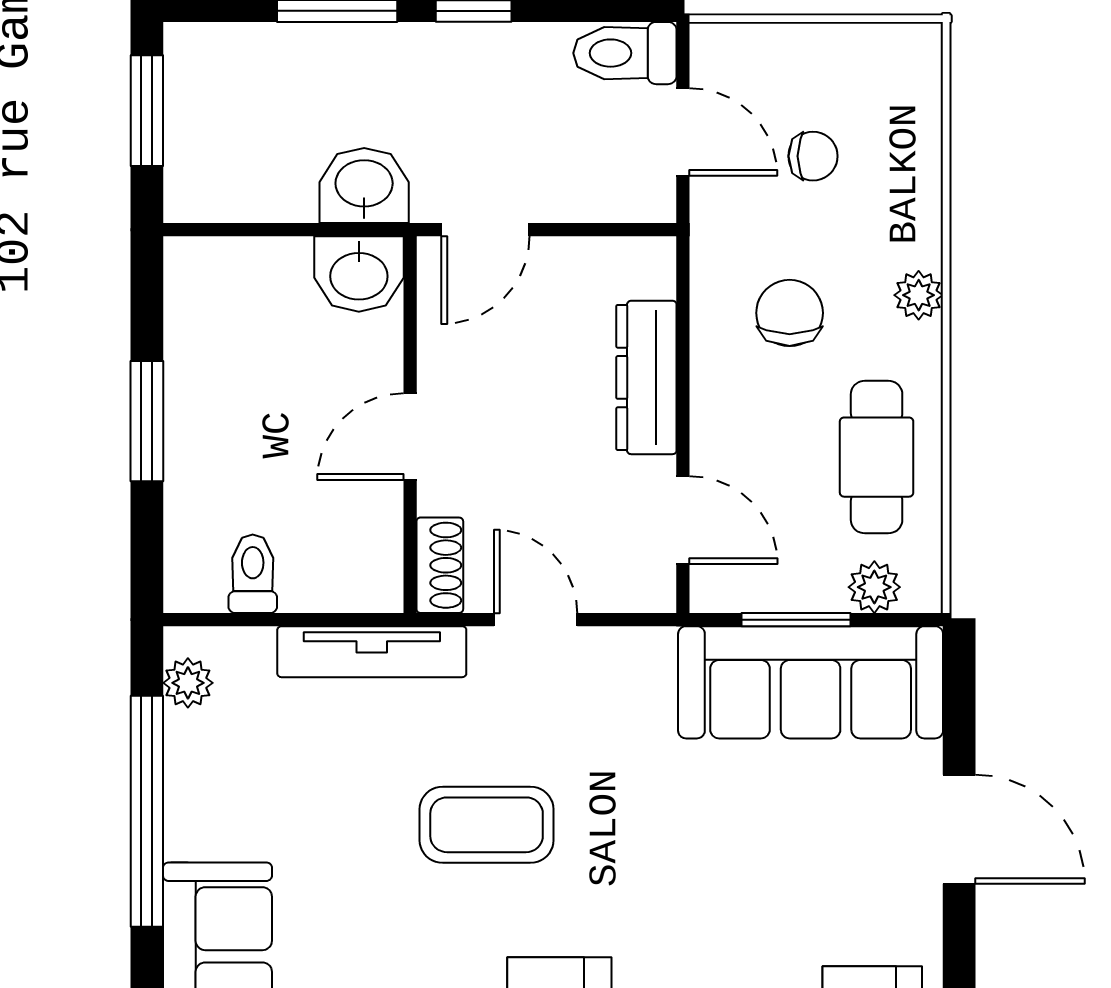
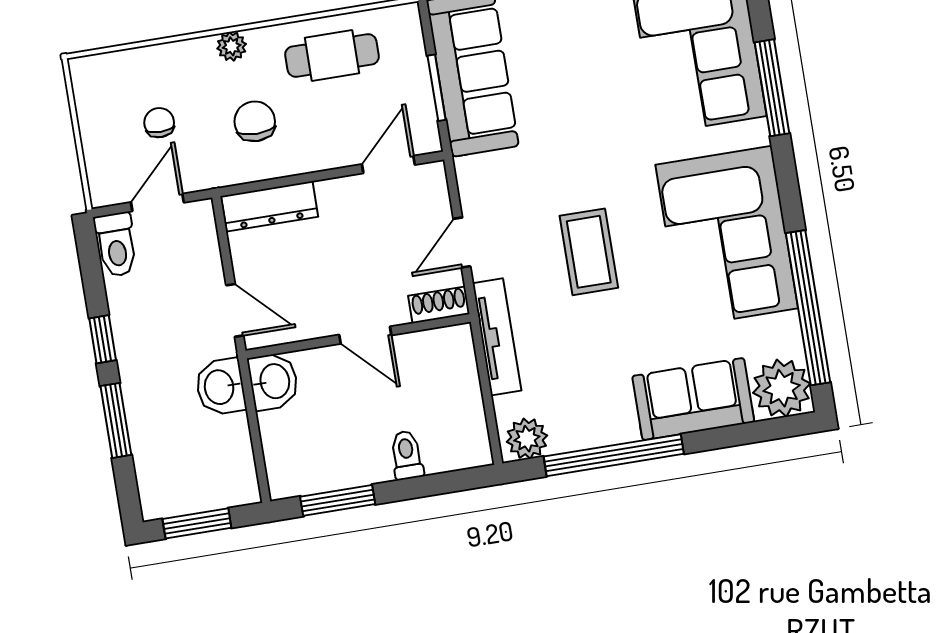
chair: (790, 313) -> (255, 121), turned 90
dresser: (646, 377) -> (270, 206), moved
window: (147, 421) -> (338, 500), moved
toilet: (253, 574) -> (407, 455), moved, turned 90
plant: (874, 587) -> (410, 44), removed
plant: (188, 683) -> (527, 439), width x1.38, depth x1.38

